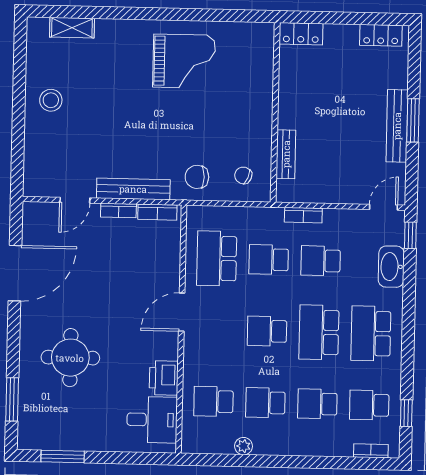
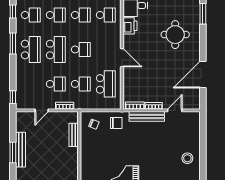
door: (383, 207) -> (42, 110), moved
washbasin: (391, 267) -> (22, 82), removed
door: (182, 312) -> (122, 58), hinge flipped
window: (408, 347) -> (13, 44), added

